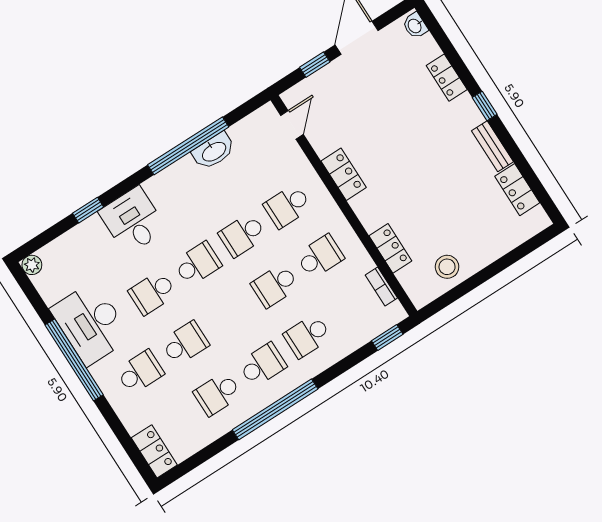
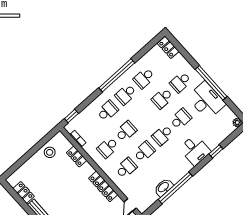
locker: (344, 174) -> (103, 186), width x1.53
school desk: (217, 394) -> (144, 78), turned 180

